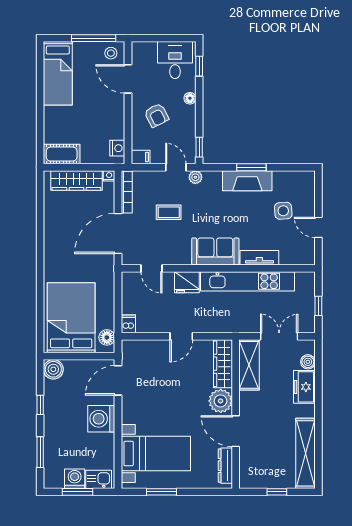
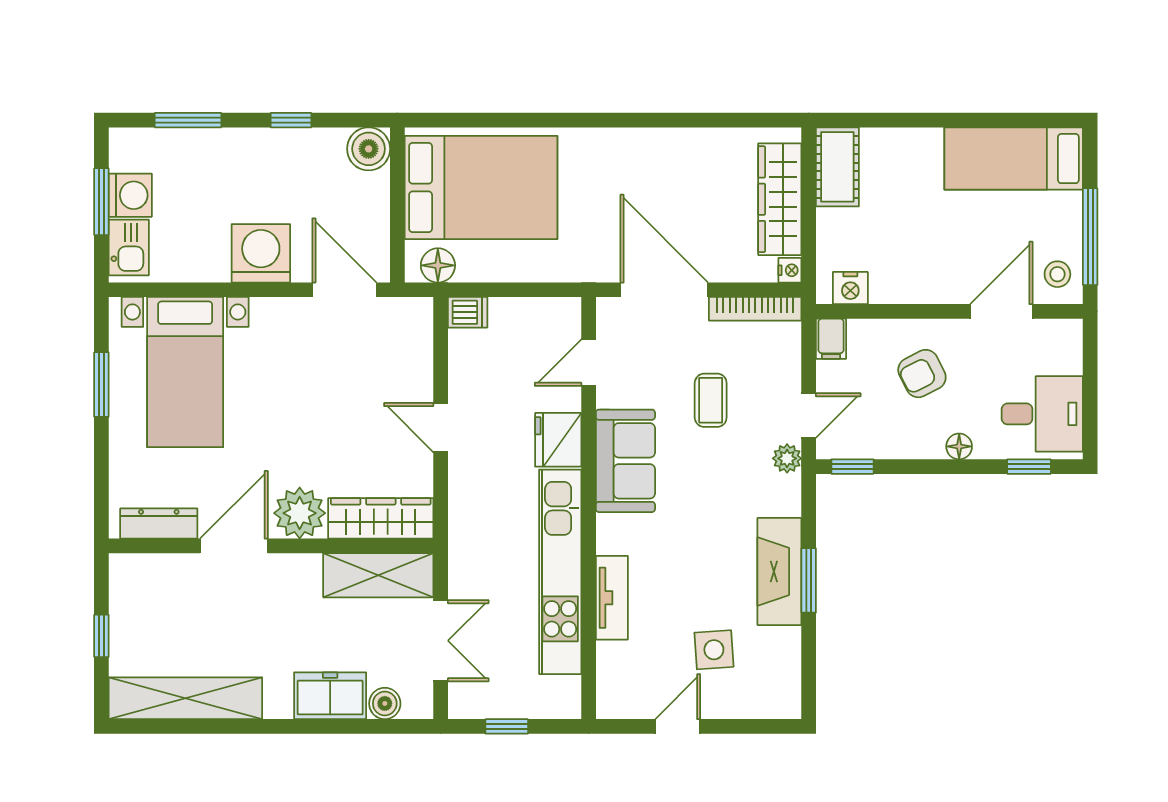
sofa: (215, 251) -> (625, 461), moved

